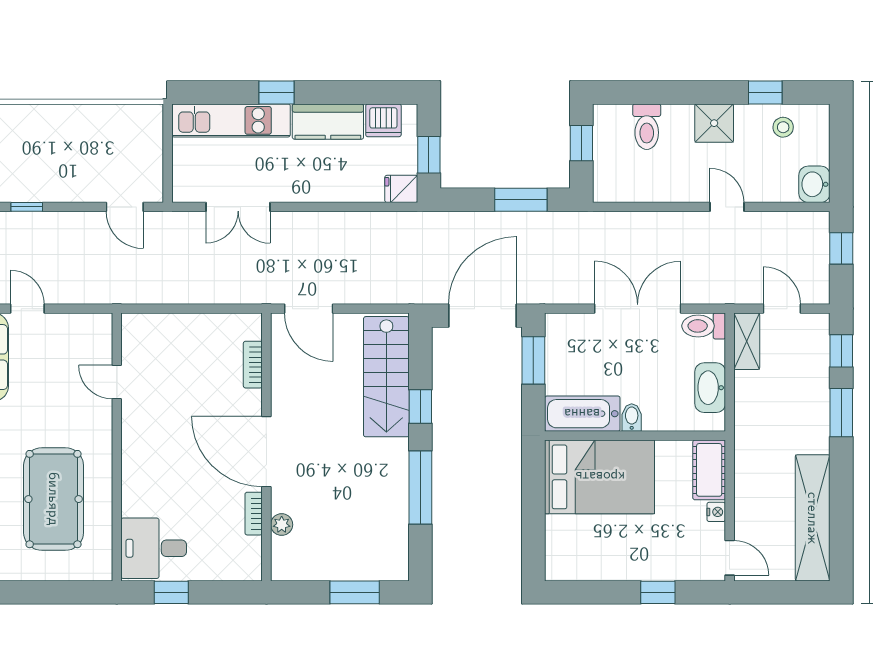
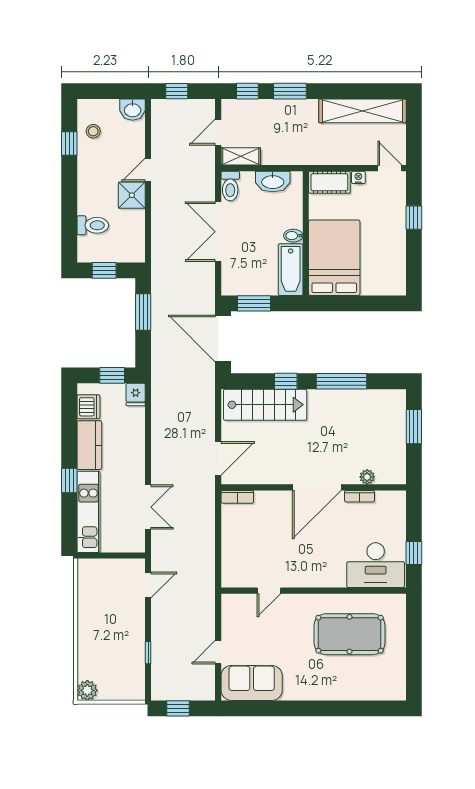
shower: (714, 123) -> (132, 195), moved
bookcase: (253, 365) -> (237, 497), moved
desk: (154, 548) -> (376, 565), width x1.37
door: (730, 558) -> (390, 168), hinge flipped

